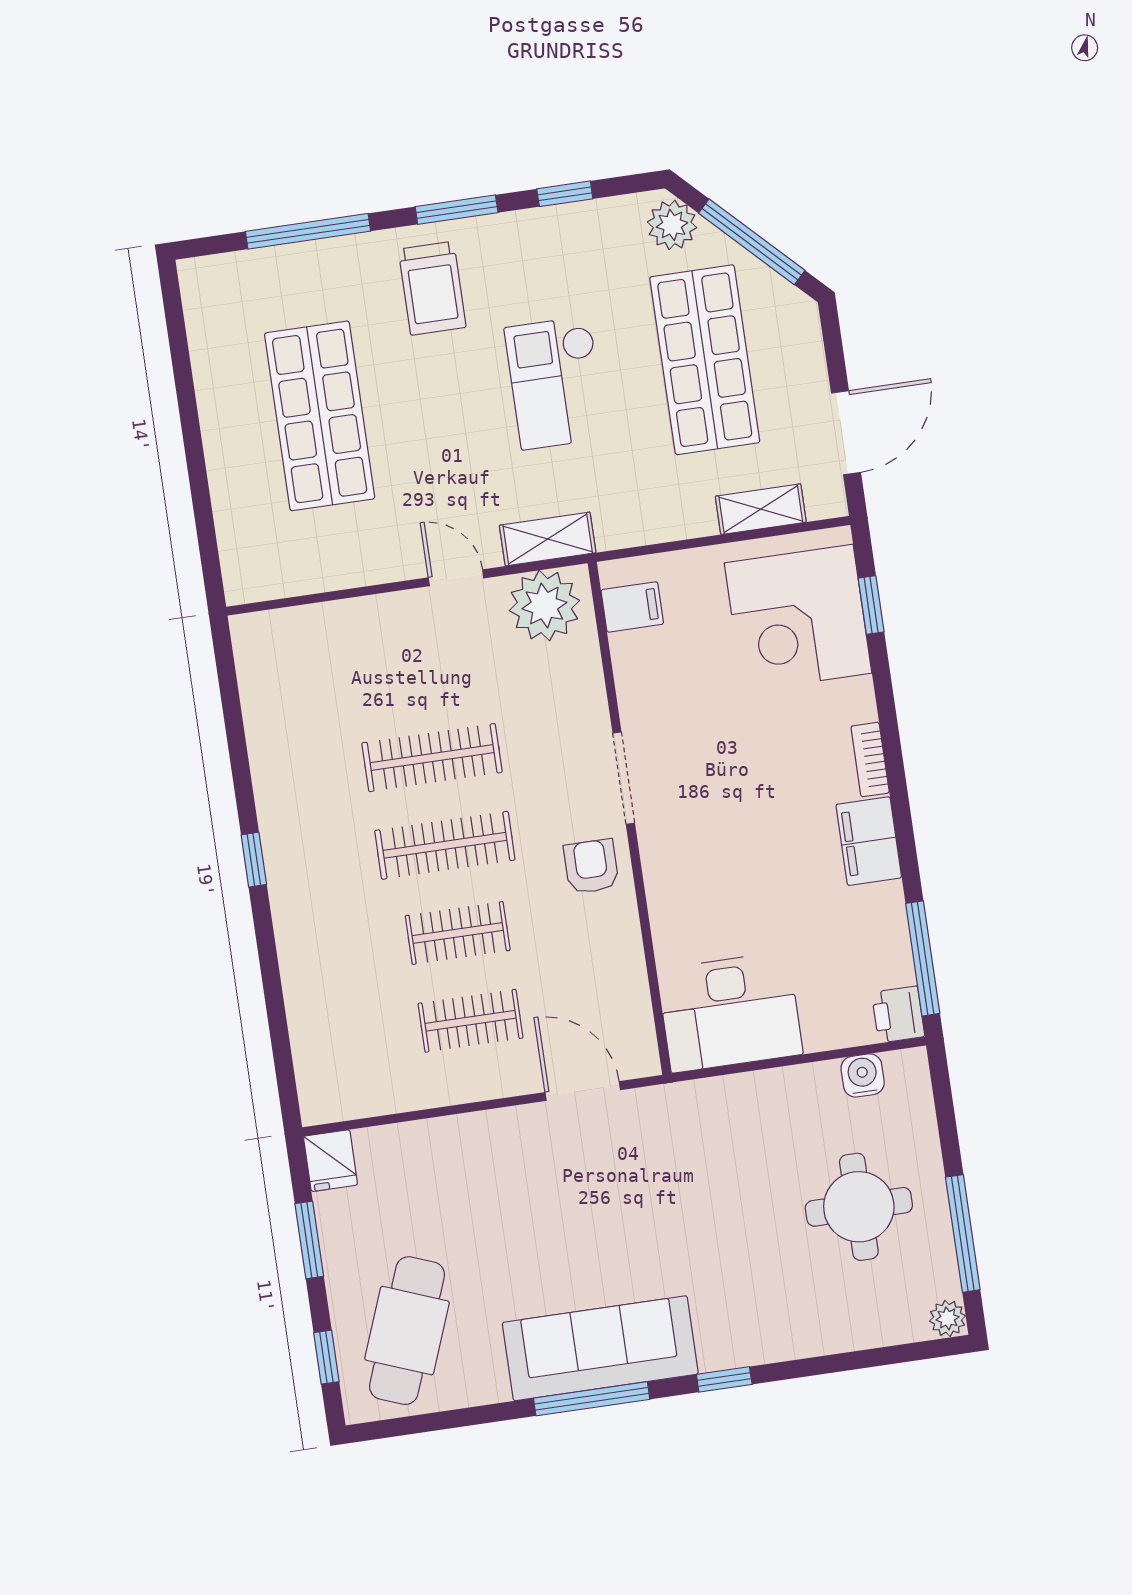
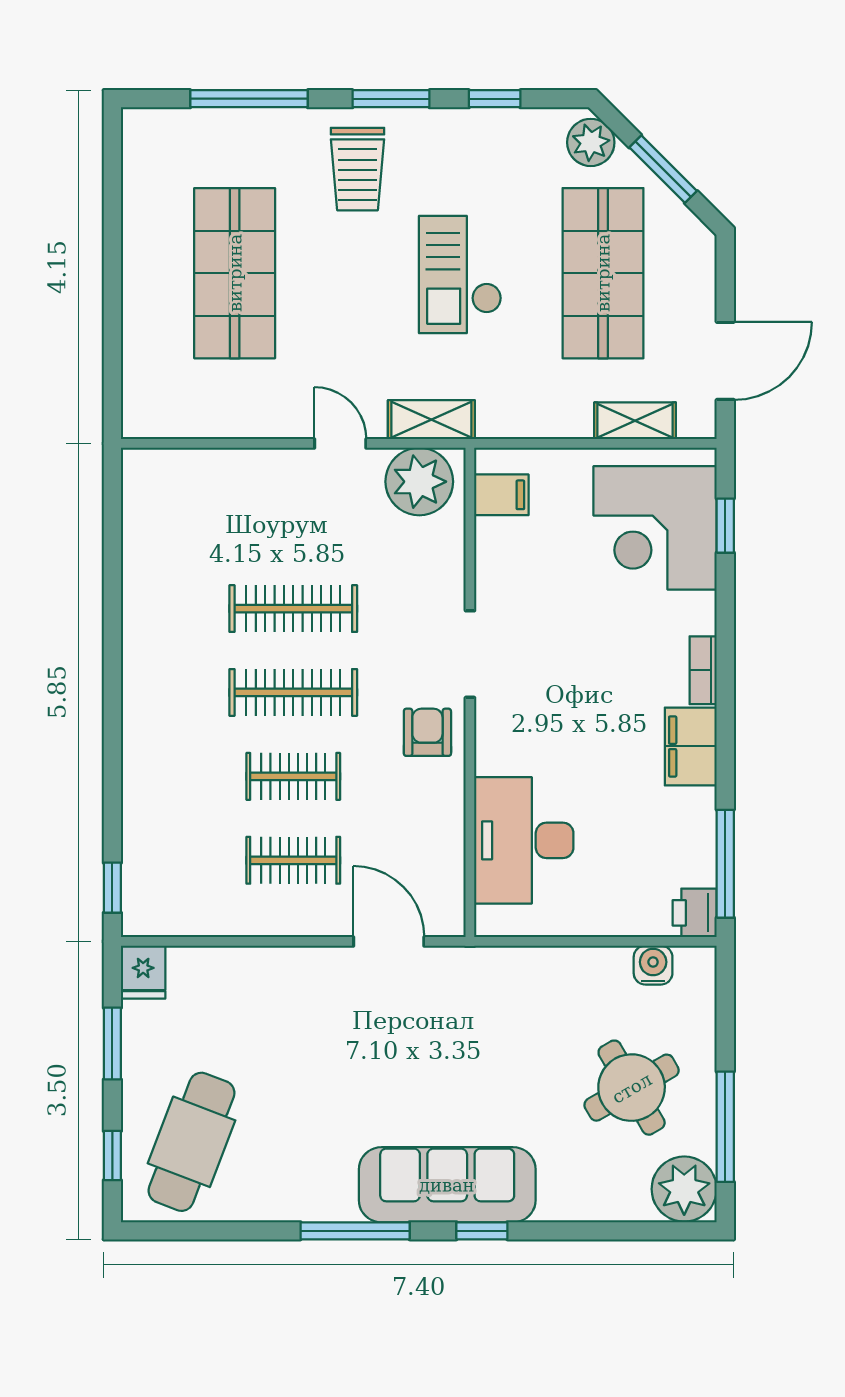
window: (752, 242) -> (663, 169), width x0.69
window: (254, 860) -> (112, 888), moved
desk: (730, 1012) -> (524, 840), moved, turned 90
round table: (859, 1207) -> (632, 1088), turned -30
plant: (948, 1318) -> (684, 1189), width x1.88, depth x1.88
sofa: (600, 1348) -> (447, 1185), moved

